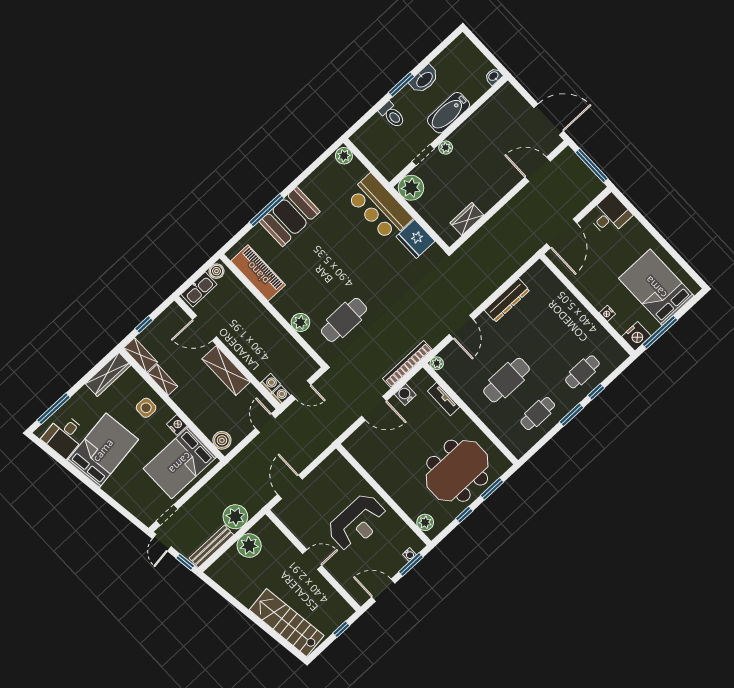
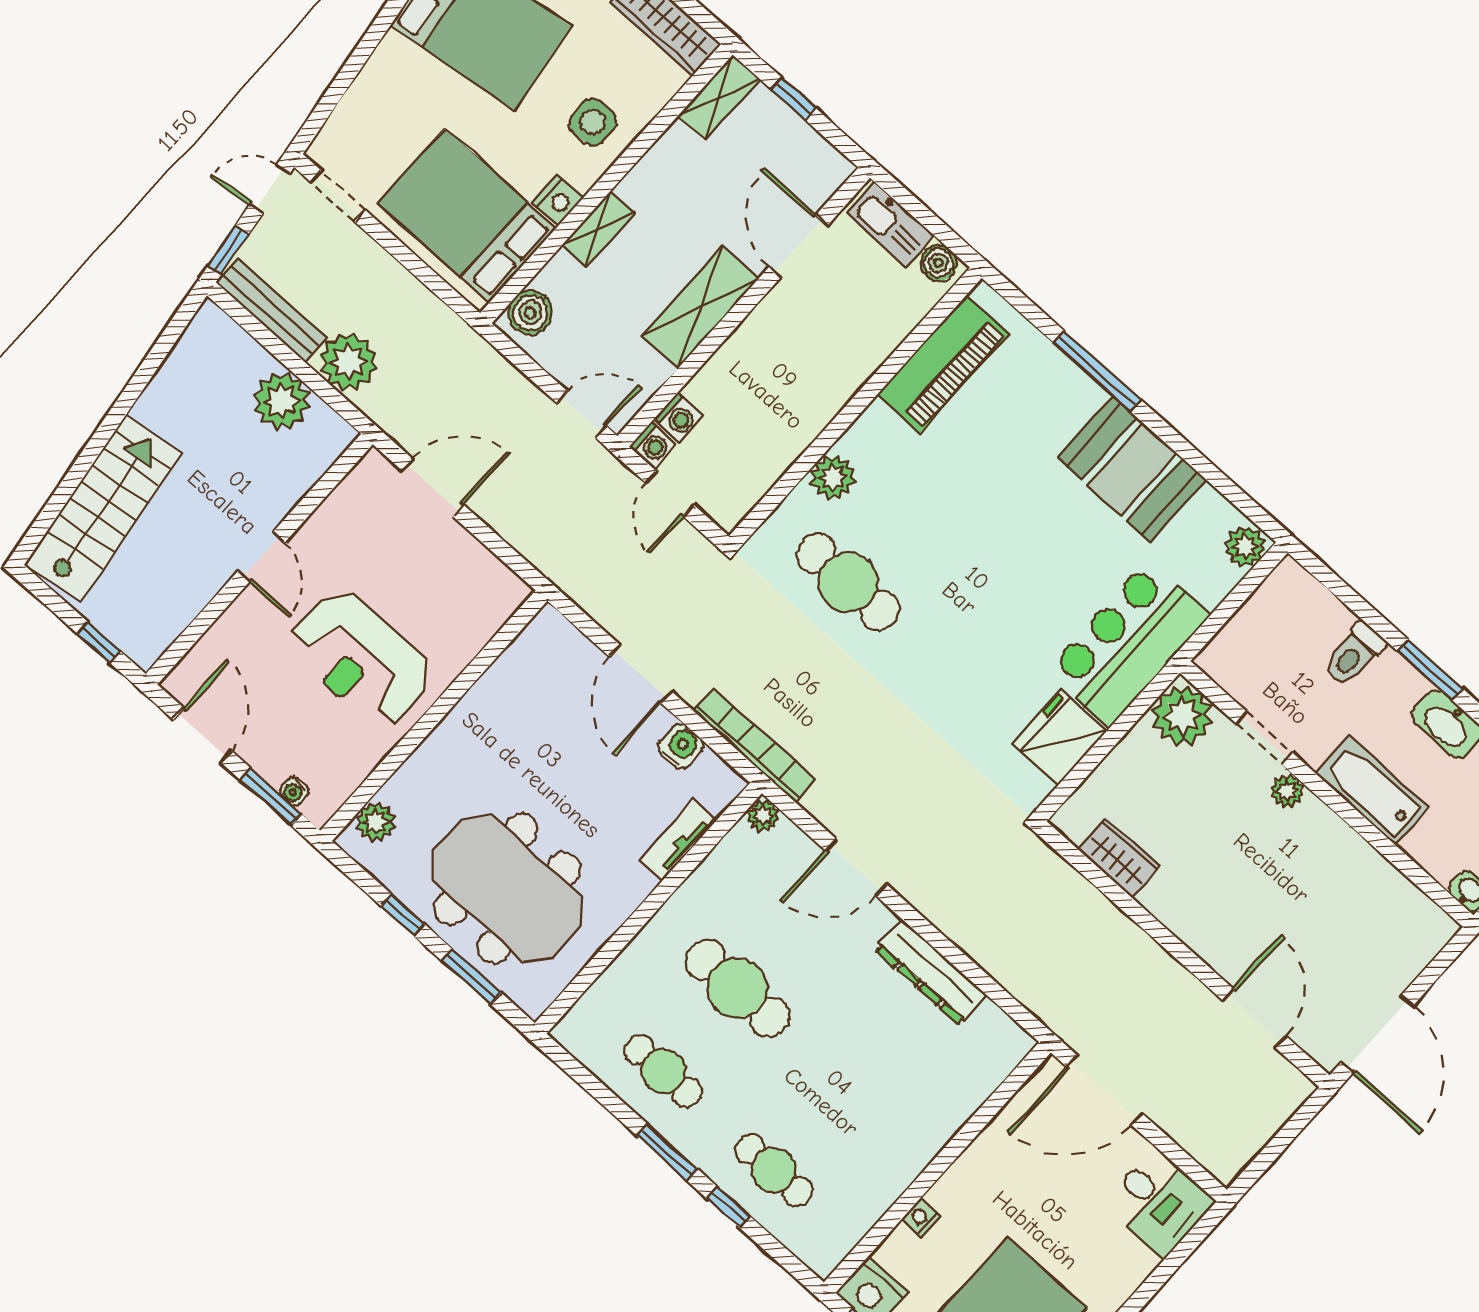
window: (592, 165) -> (1275, 1148), removed
booth: (290, 217) -> (1132, 469), moved
shelving: (163, 380) -> (598, 229), moved

